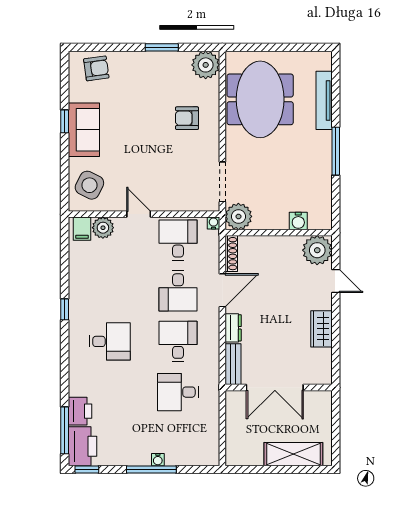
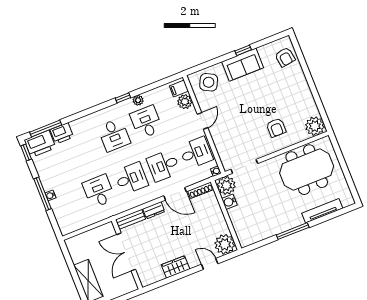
window: (162, 47) -> (315, 94), removed
armchair: (187, 118) -> (276, 128), turned 180
water cooler: (298, 221) -> (229, 202), moved
door: (336, 281) -> (210, 264), swing flipped
plant: (76, 290) -> (138, 100), added
desk: (110, 291) -> (146, 122), added

